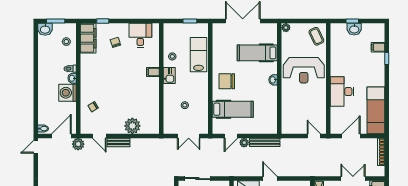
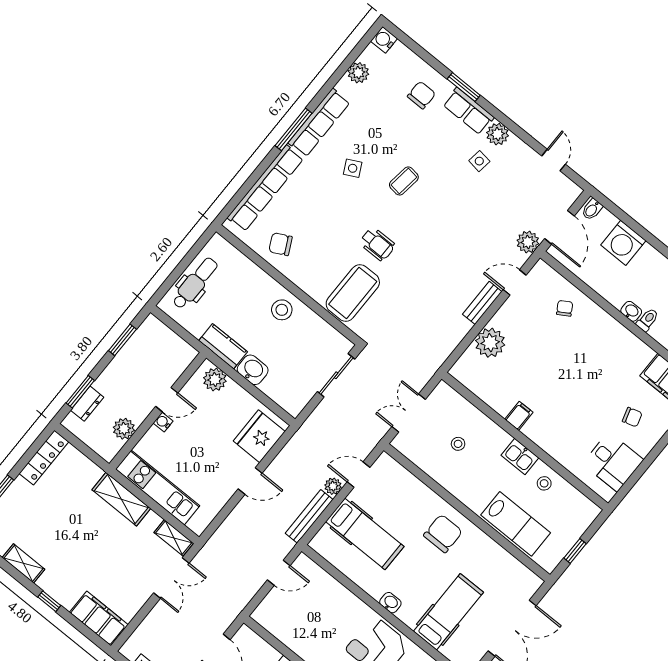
filing cabinet: (153, 72) -> (519, 416), moved
washing machine: (68, 93) -> (623, 243), moved, turned 180
hospital bed: (233, 109) -> (365, 534), moved, turned -90
door: (231, 136) -> (358, 475), hinge flipped
door: (314, 136) -> (279, 573), moved
door: (36, 147) -> (554, 160), moved
double door: (353, 179) -> (171, 578), moved

